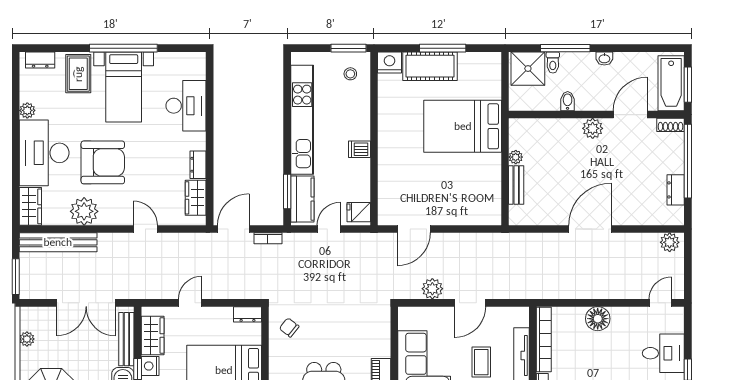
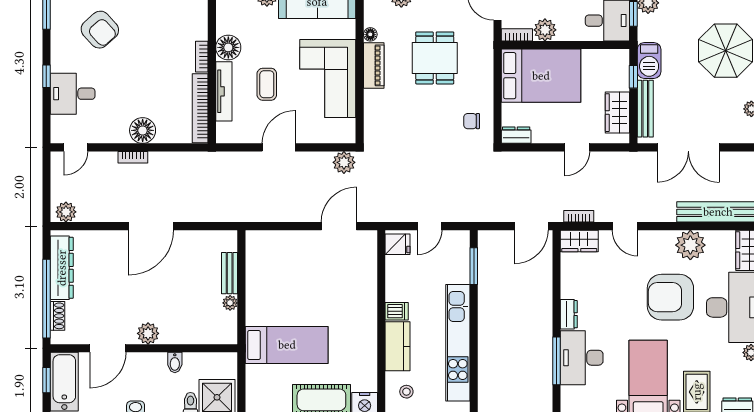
window: (688, 85) -> (46, 380), width x0.67
window: (210, 103) -> (557, 361), added
shoe rack: (671, 125) -> (57, 316), moved, turned 90
bed: (463, 126) -> (287, 345), width x0.67
dresser: (198, 165) -> (569, 314), moved
dresser: (676, 190) -> (62, 268), width x1.96, depth x1.24
wardrobe: (196, 198) -> (579, 241), moved, turned 90
kitchen counter: (302, 199) -> (398, 346), moved, turned 180
bookcase: (268, 238) -> (579, 216), moved
plant: (432, 289) -> (344, 162), moved
bookcase: (607, 294) -> (133, 157), added
double door: (86, 303) -> (688, 147), swing flipped
chair: (289, 327) -> (472, 121), turned 142
nightstand: (150, 366) -> (620, 80), removed

